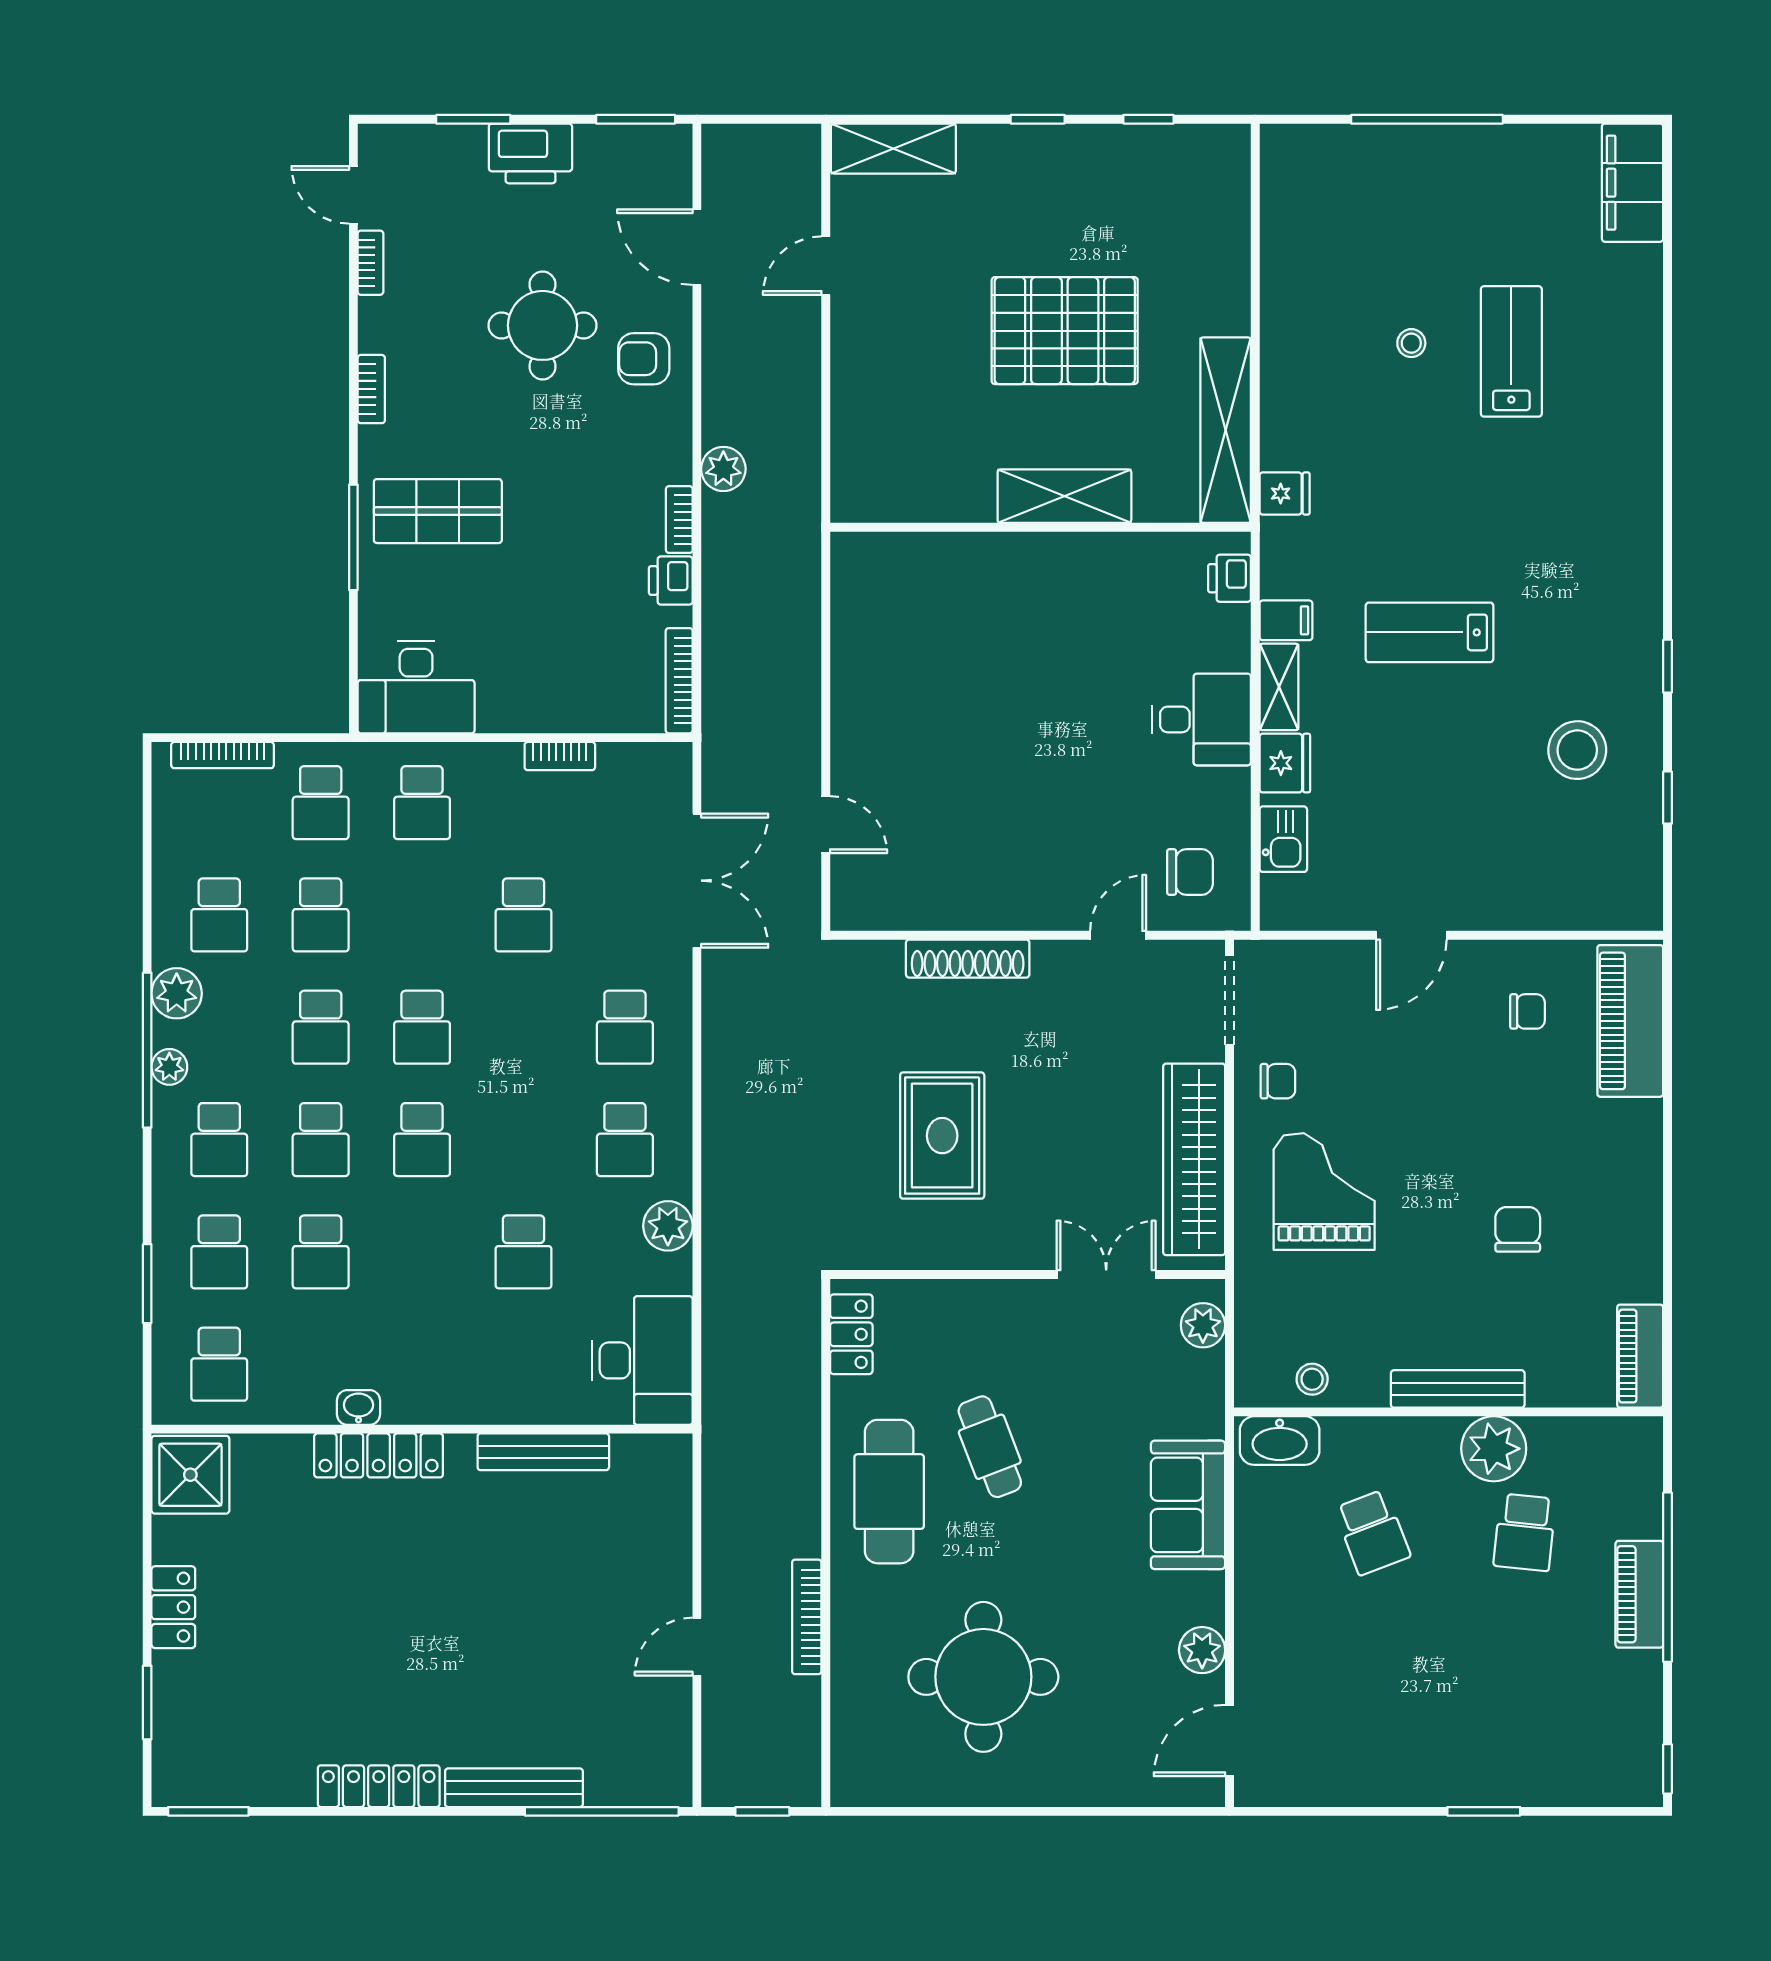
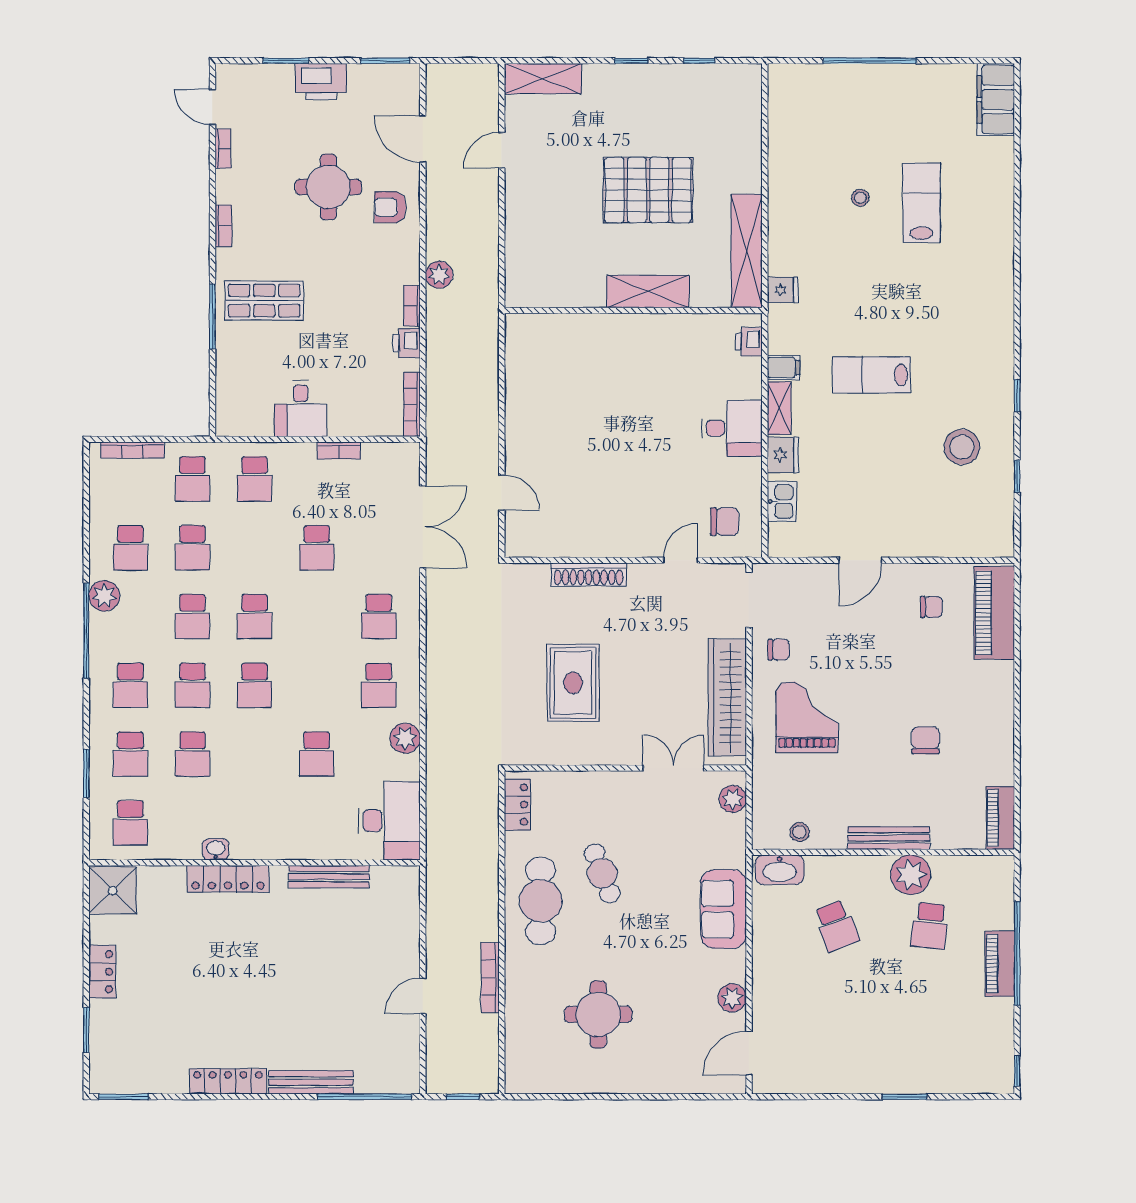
desk: (416, 687) -> (301, 409), moved, width x0.73
plant: (169, 1067) -> (100, 641), removed
round table: (983, 1677) -> (598, 1014), width x0.73, depth x0.73

